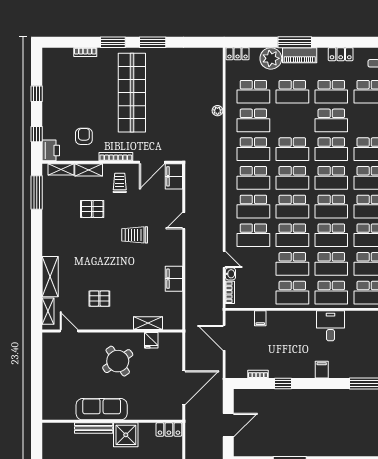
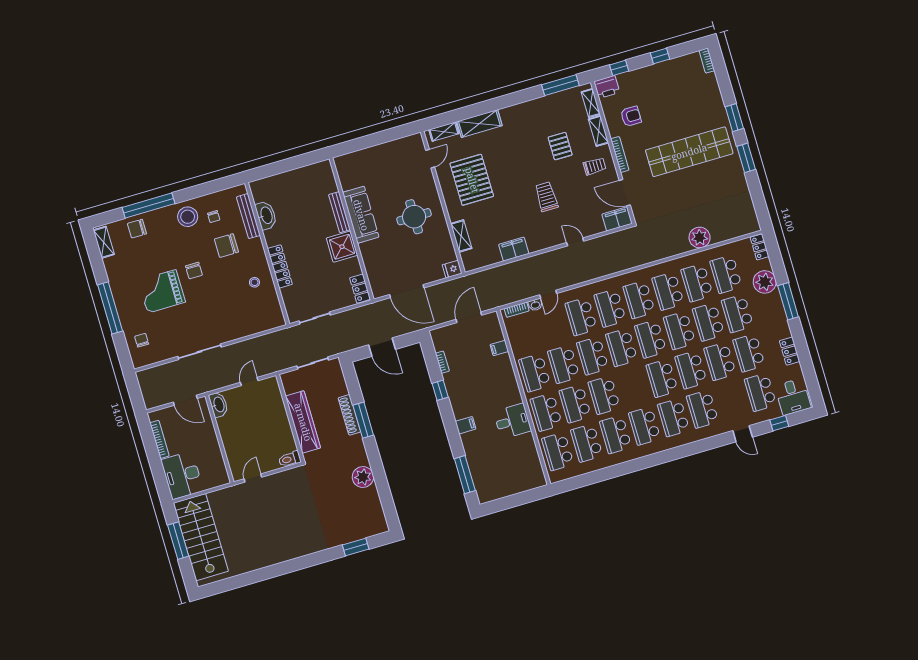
bookcase: (85, 52) -> (707, 61), moved
piano: (300, 55) -> (776, 310), removed
plant: (217, 111) -> (700, 237), width x1.87, depth x1.87
school desk: (331, 207) -> (708, 322), moved
pallet: (99, 299) -> (472, 180), width x2.05, depth x2.00
fridge: (151, 340) -> (452, 269), moved
round table: (118, 361) -> (414, 217), turned 34

